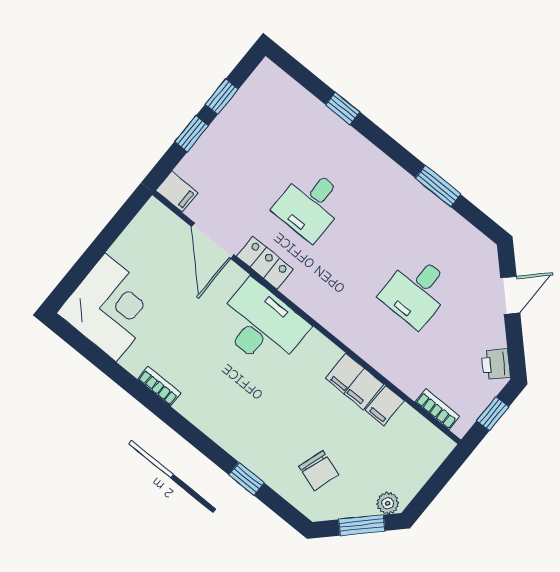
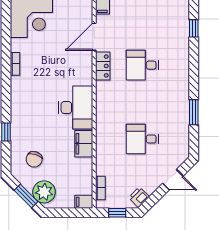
window: (343, 108) -> (194, 28), moved
desk: (262, 325) -> (76, 108), moved
filing cabinet: (385, 406) -> (84, 202), moved
plant: (388, 503) -> (44, 192), width x1.87, depth x1.87

